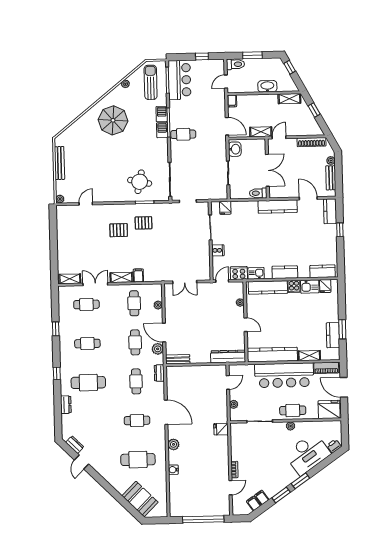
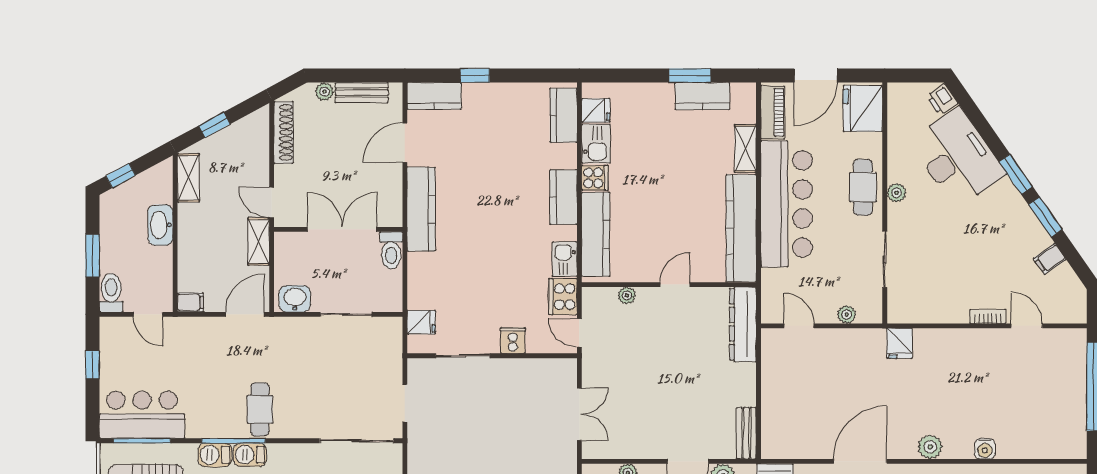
filing cabinet: (254, 503) -> (1062, 277), removed

